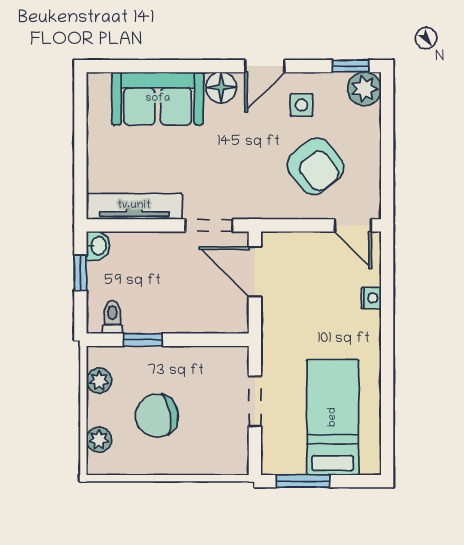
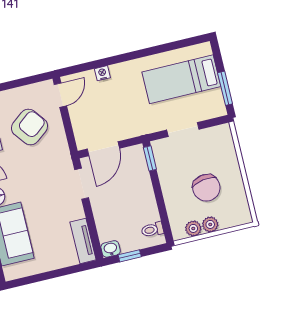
tv unit: (134, 206) -> (83, 241), width x0.71
window: (143, 340) -> (150, 158), moved
plant: (99, 440) -> (210, 224), moved

